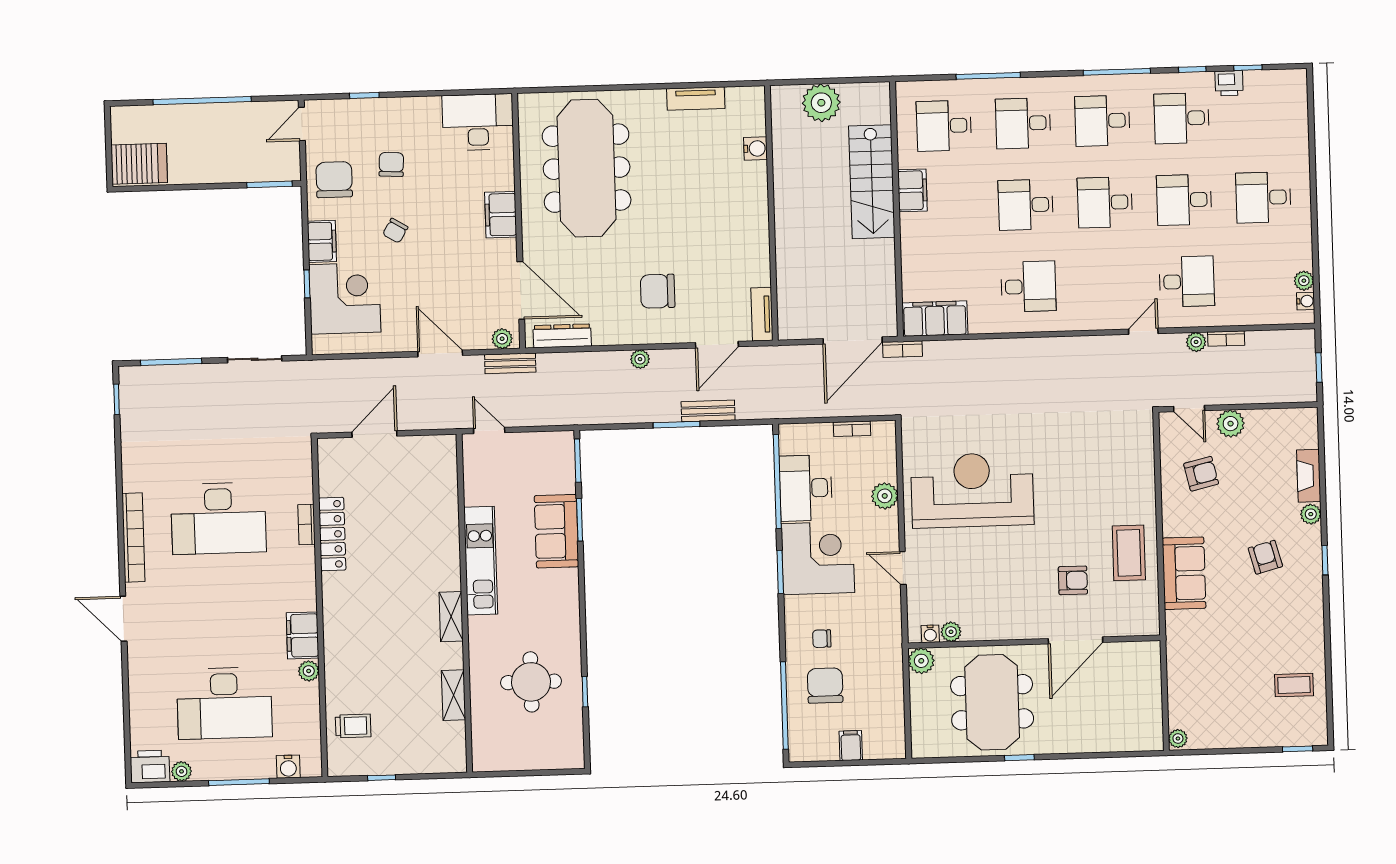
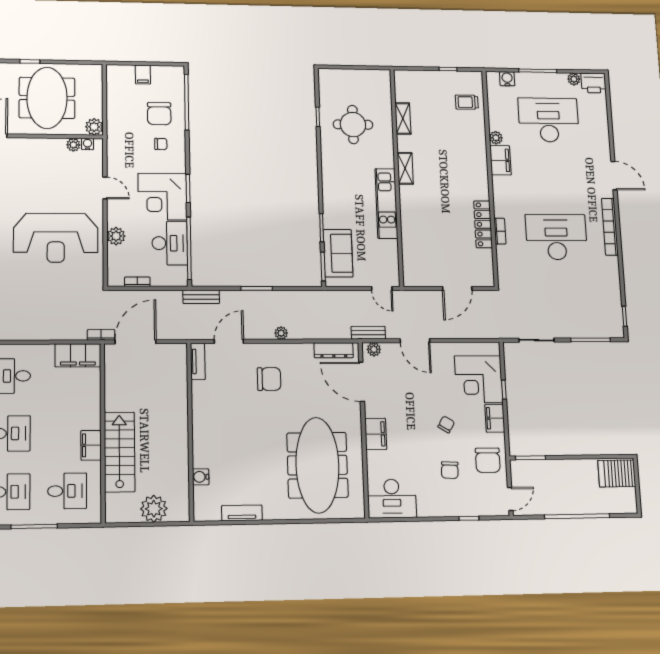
bench: (708, 411) -> (201, 297), moved
sofa: (556, 531) -> (338, 253), moved

